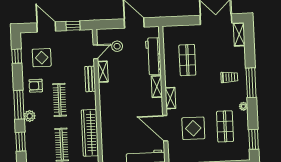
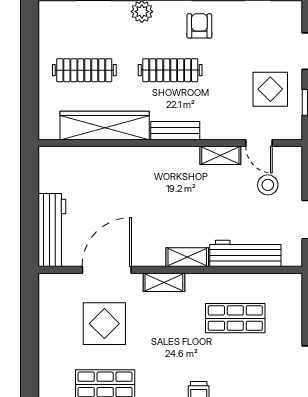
display table: (42, 58) -> (270, 89), moved
bench: (90, 79) -> (175, 131), moved

